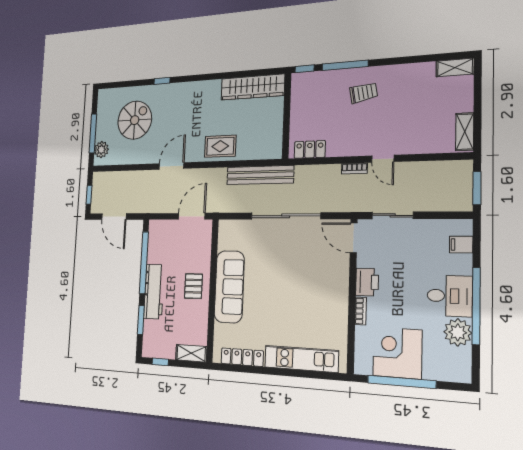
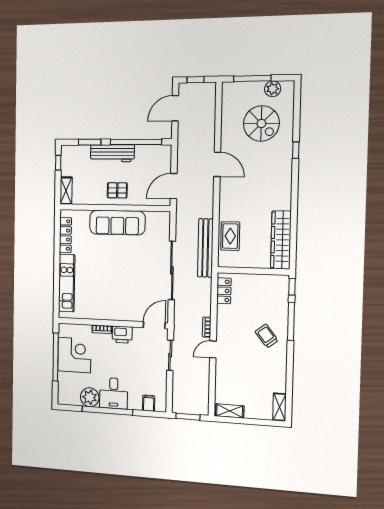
trolley: (364, 93) -> (267, 336), turned 152
rug: (220, 146) -> (230, 236), moved
plant: (101, 150) -> (273, 89), moved
door: (192, 216) -> (174, 186), swing flipped

